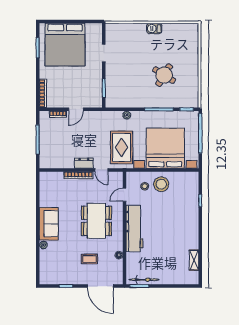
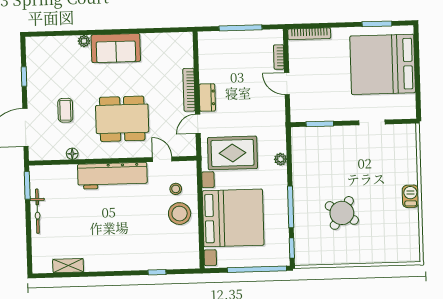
bicycle: (144, 280) -> (37, 211), moved

